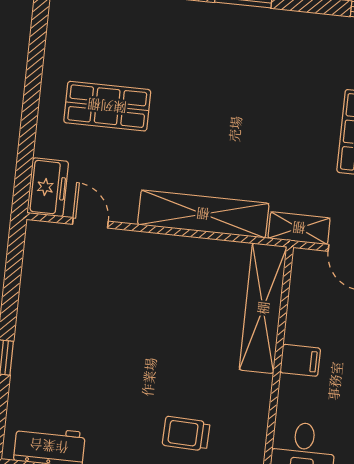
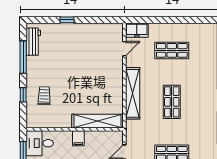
shop shelf: (107, 106) -> (172, 50), turned 90
shop shelf: (234, 120) -> (172, 102), added
shelving: (299, 228) -> (131, 132), removed

